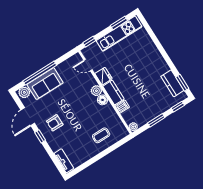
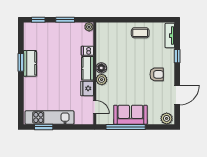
window: (89, 42) -> (80, 127), removed
window: (40, 73) -> (126, 127), moved
kitchen counter: (172, 83) -> (30, 63), moved
window: (182, 83) -> (21, 62), moved
sofa: (45, 84) -> (130, 115), moved
coffee table: (101, 135) -> (140, 33), moved
window: (40, 136) -> (177, 56), moved

